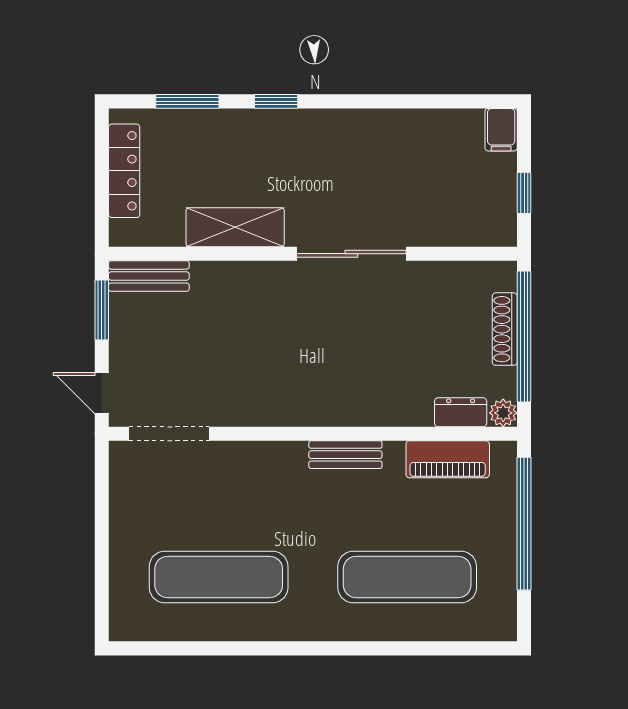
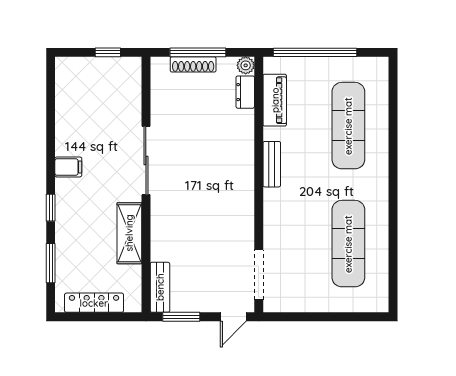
filing cabinet: (501, 130) -> (68, 167), moved
window: (524, 337) -> (198, 52), width x0.68

